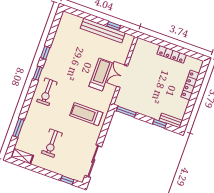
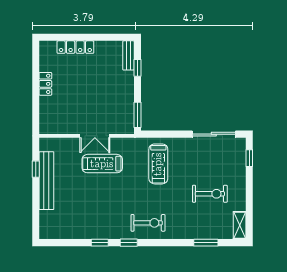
locker: (172, 54) -> (45, 84), width x0.66

